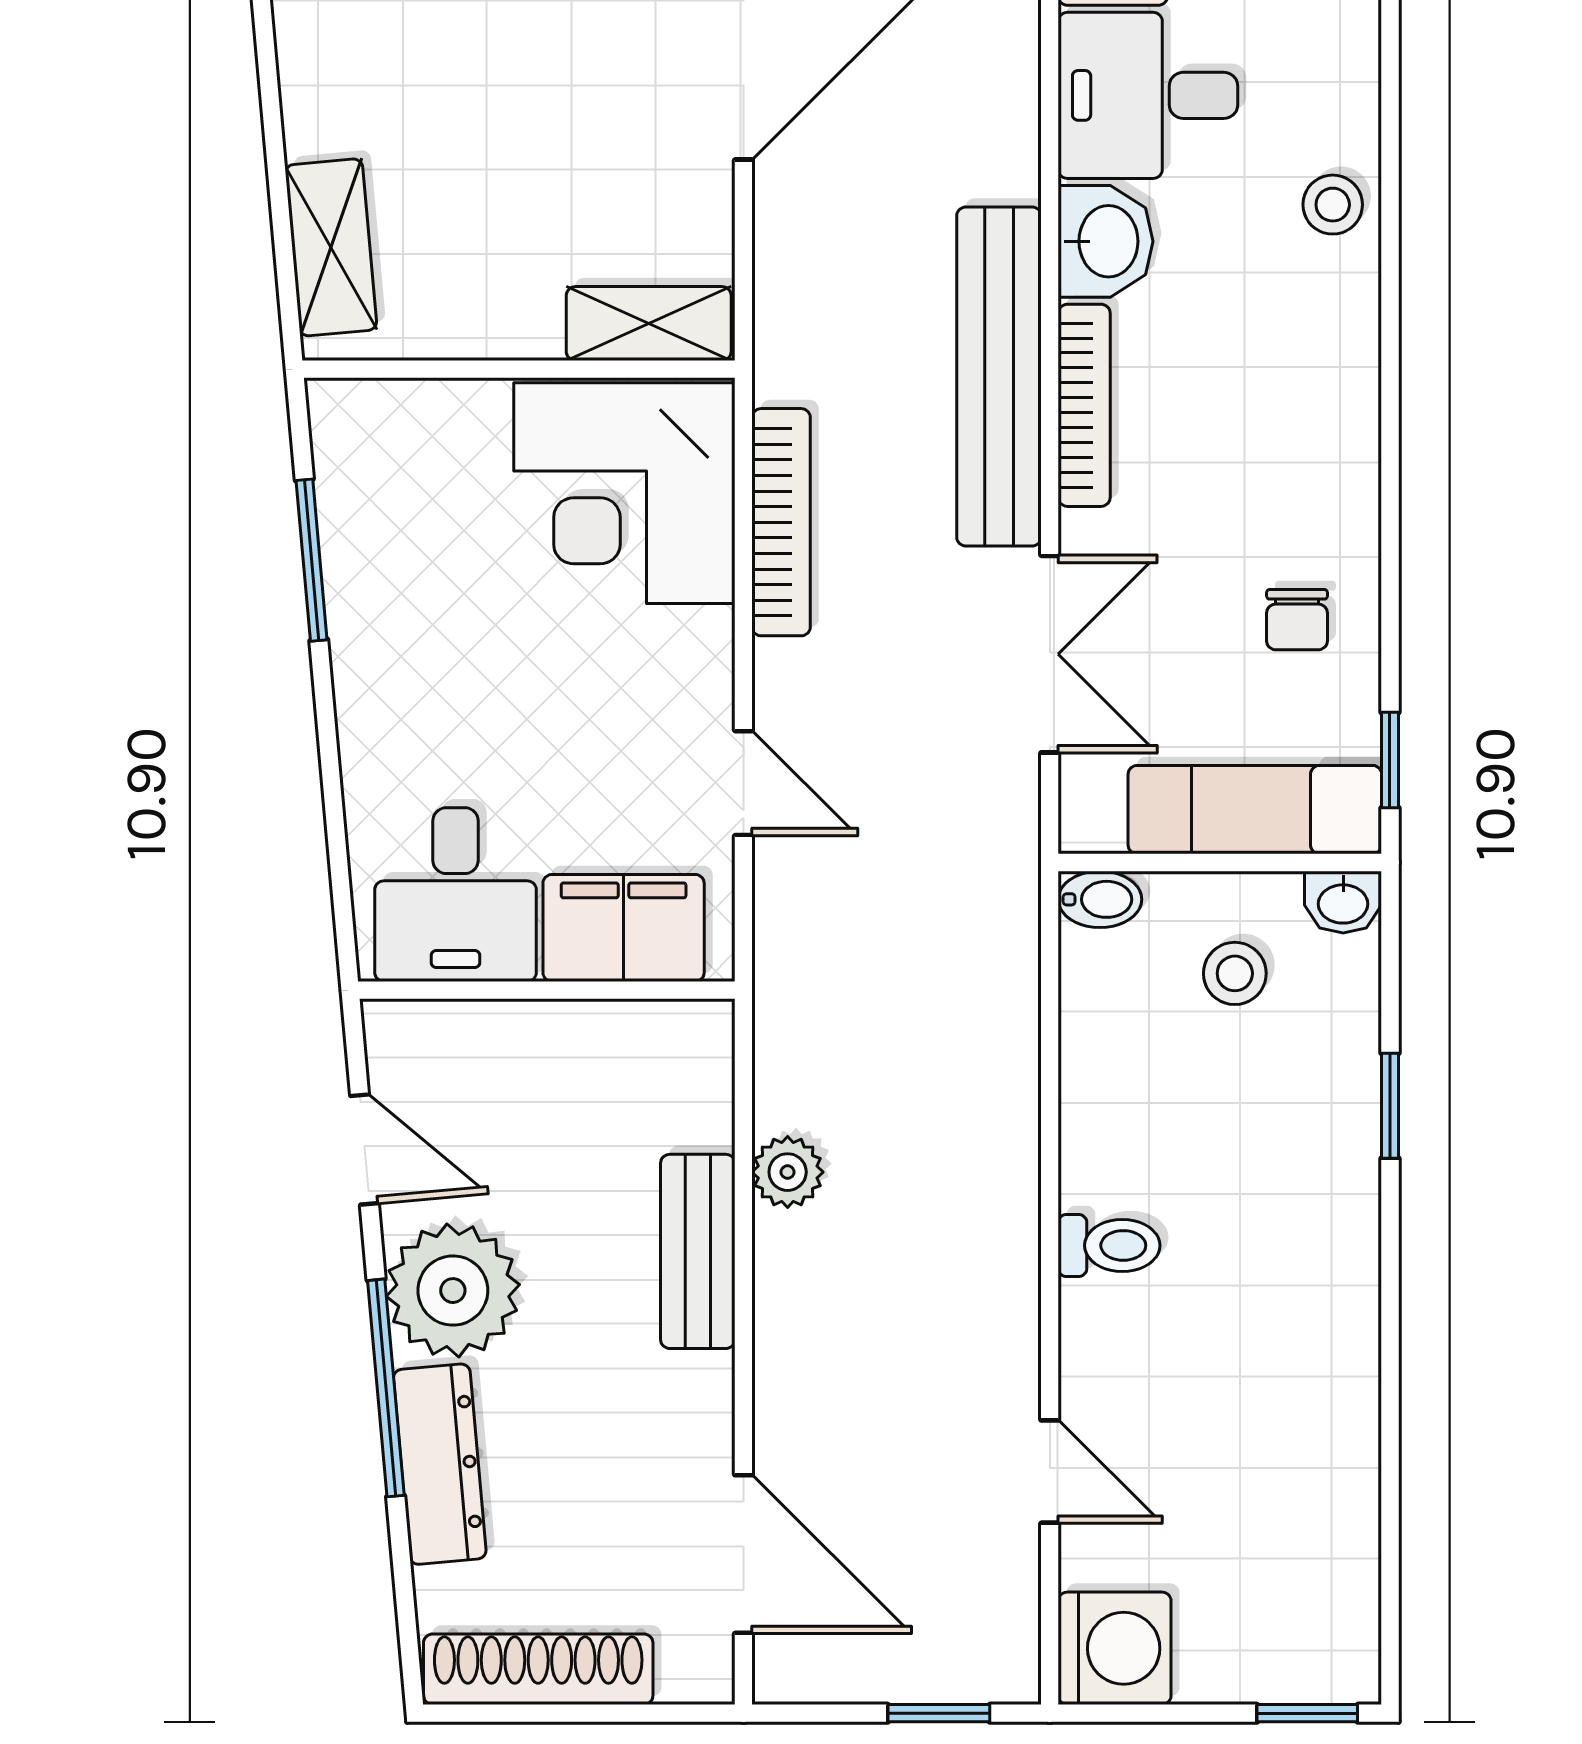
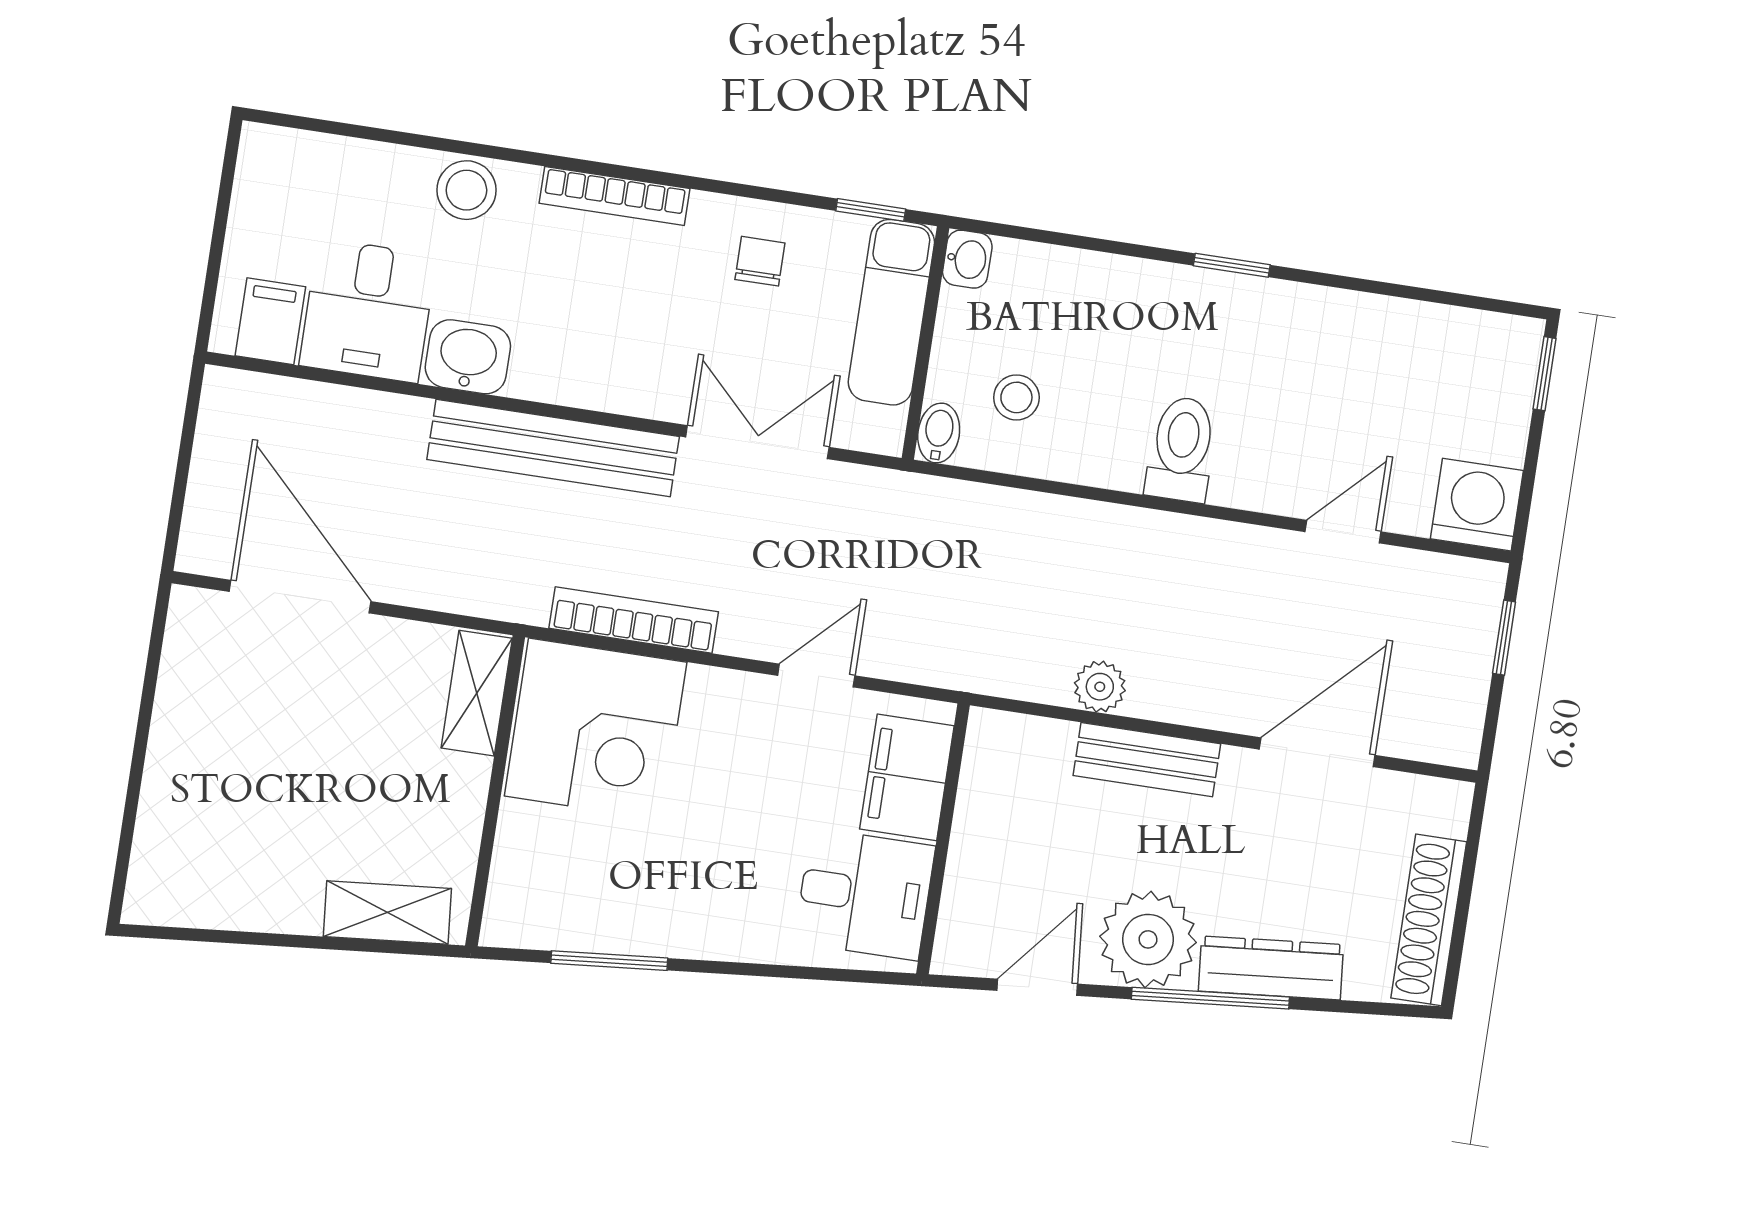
stool: (1333, 205) -> (466, 190), width x1.37, depth x1.37
bookcase: (1084, 405) -> (614, 196), moved, turned 180
chair: (1297, 620) -> (760, 261), turned -90
stool: (1235, 973) -> (1016, 397), moved
window: (1390, 1106) -> (1232, 265), moved
toilet: (1109, 1245) -> (1182, 449), width x1.37, depth x1.39
door: (743, 1554) -> (1317, 752), moved

